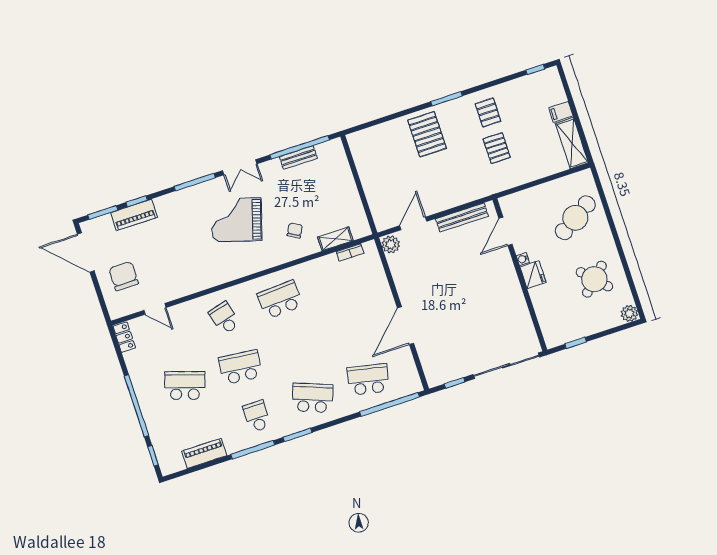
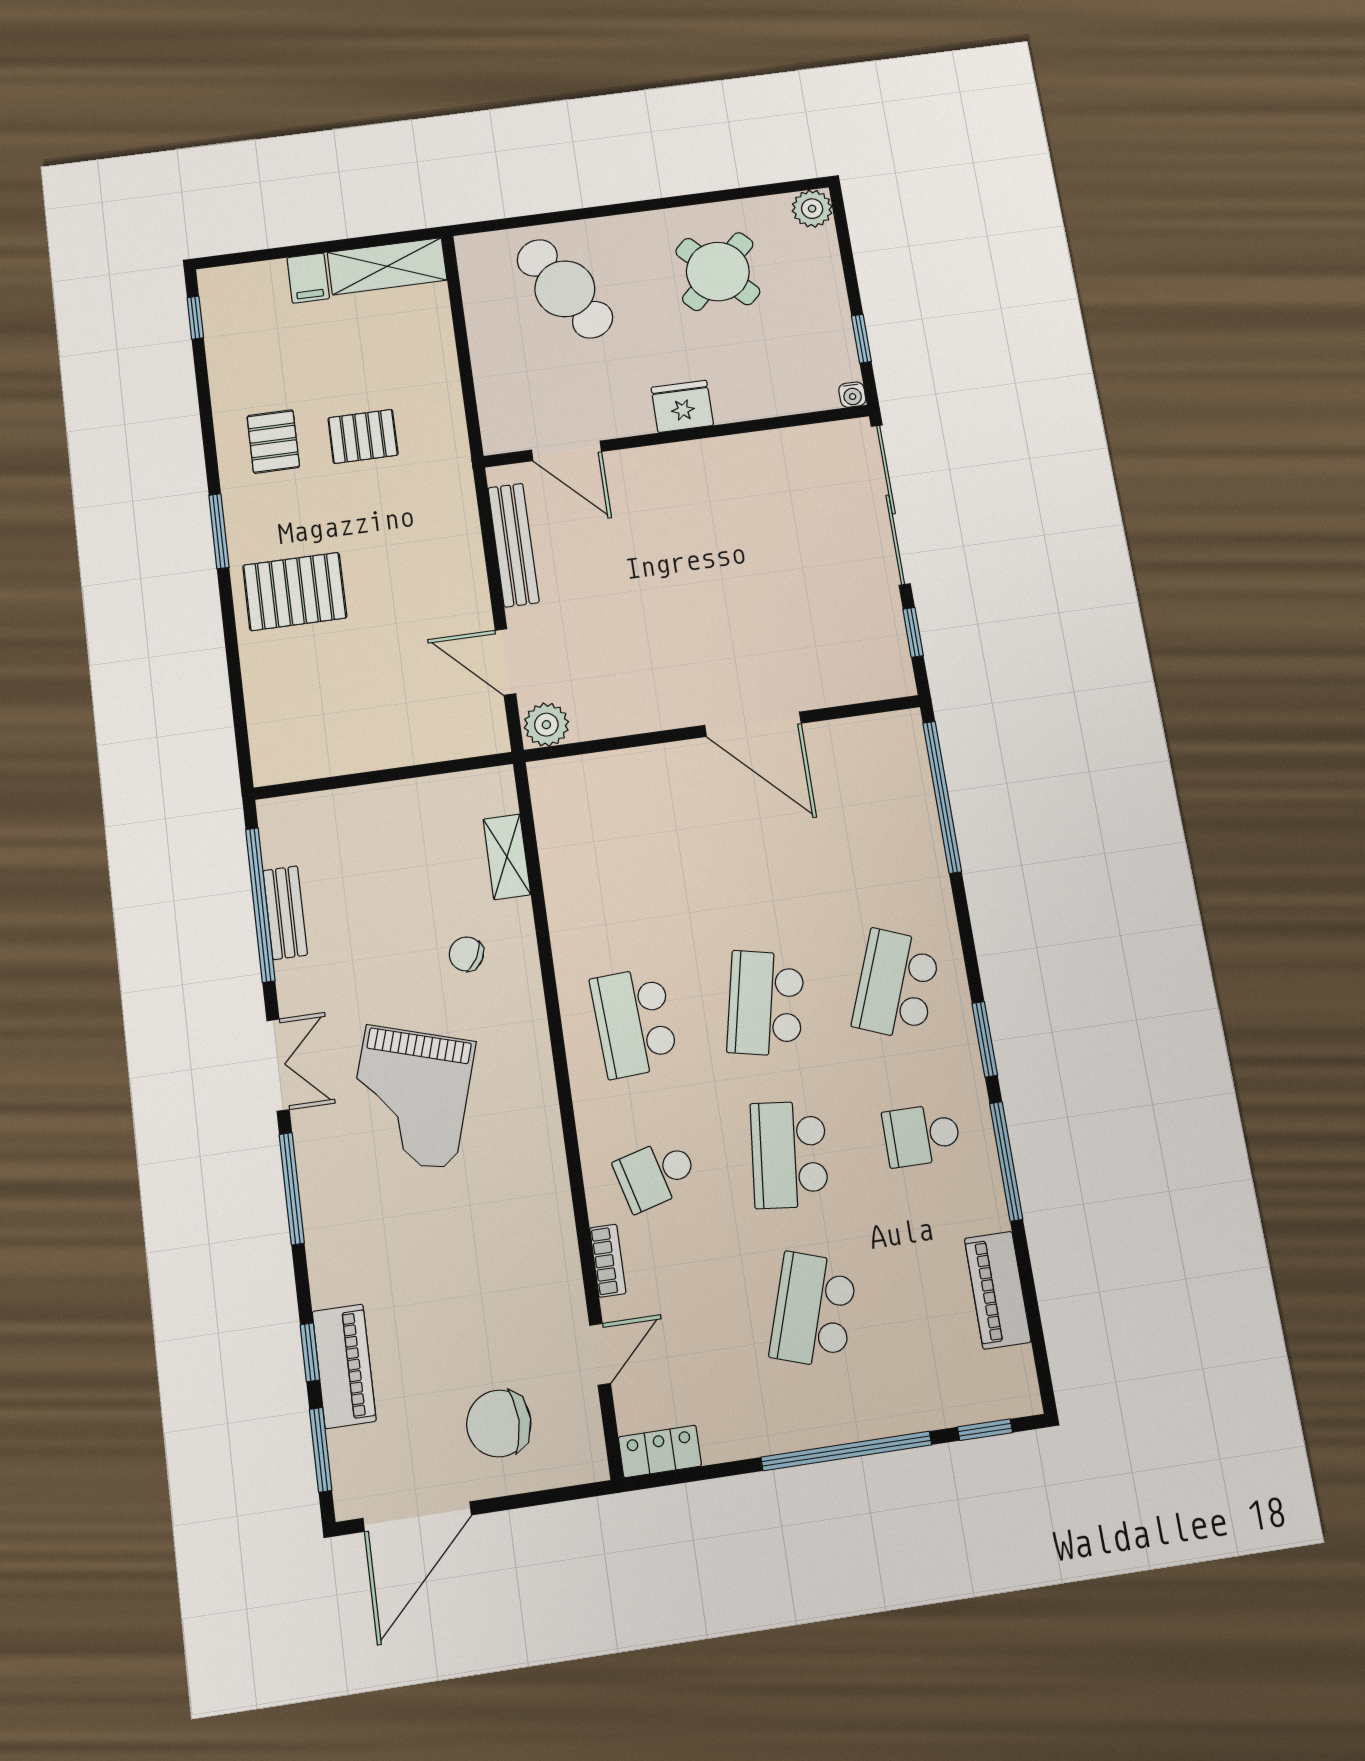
pallet: (488, 112) -> (273, 442), turned 90
bookcase: (350, 252) -> (608, 1261), moved
water cooler: (523, 259) -> (852, 395), moved
school desk: (368, 379) -> (766, 1004), moved

